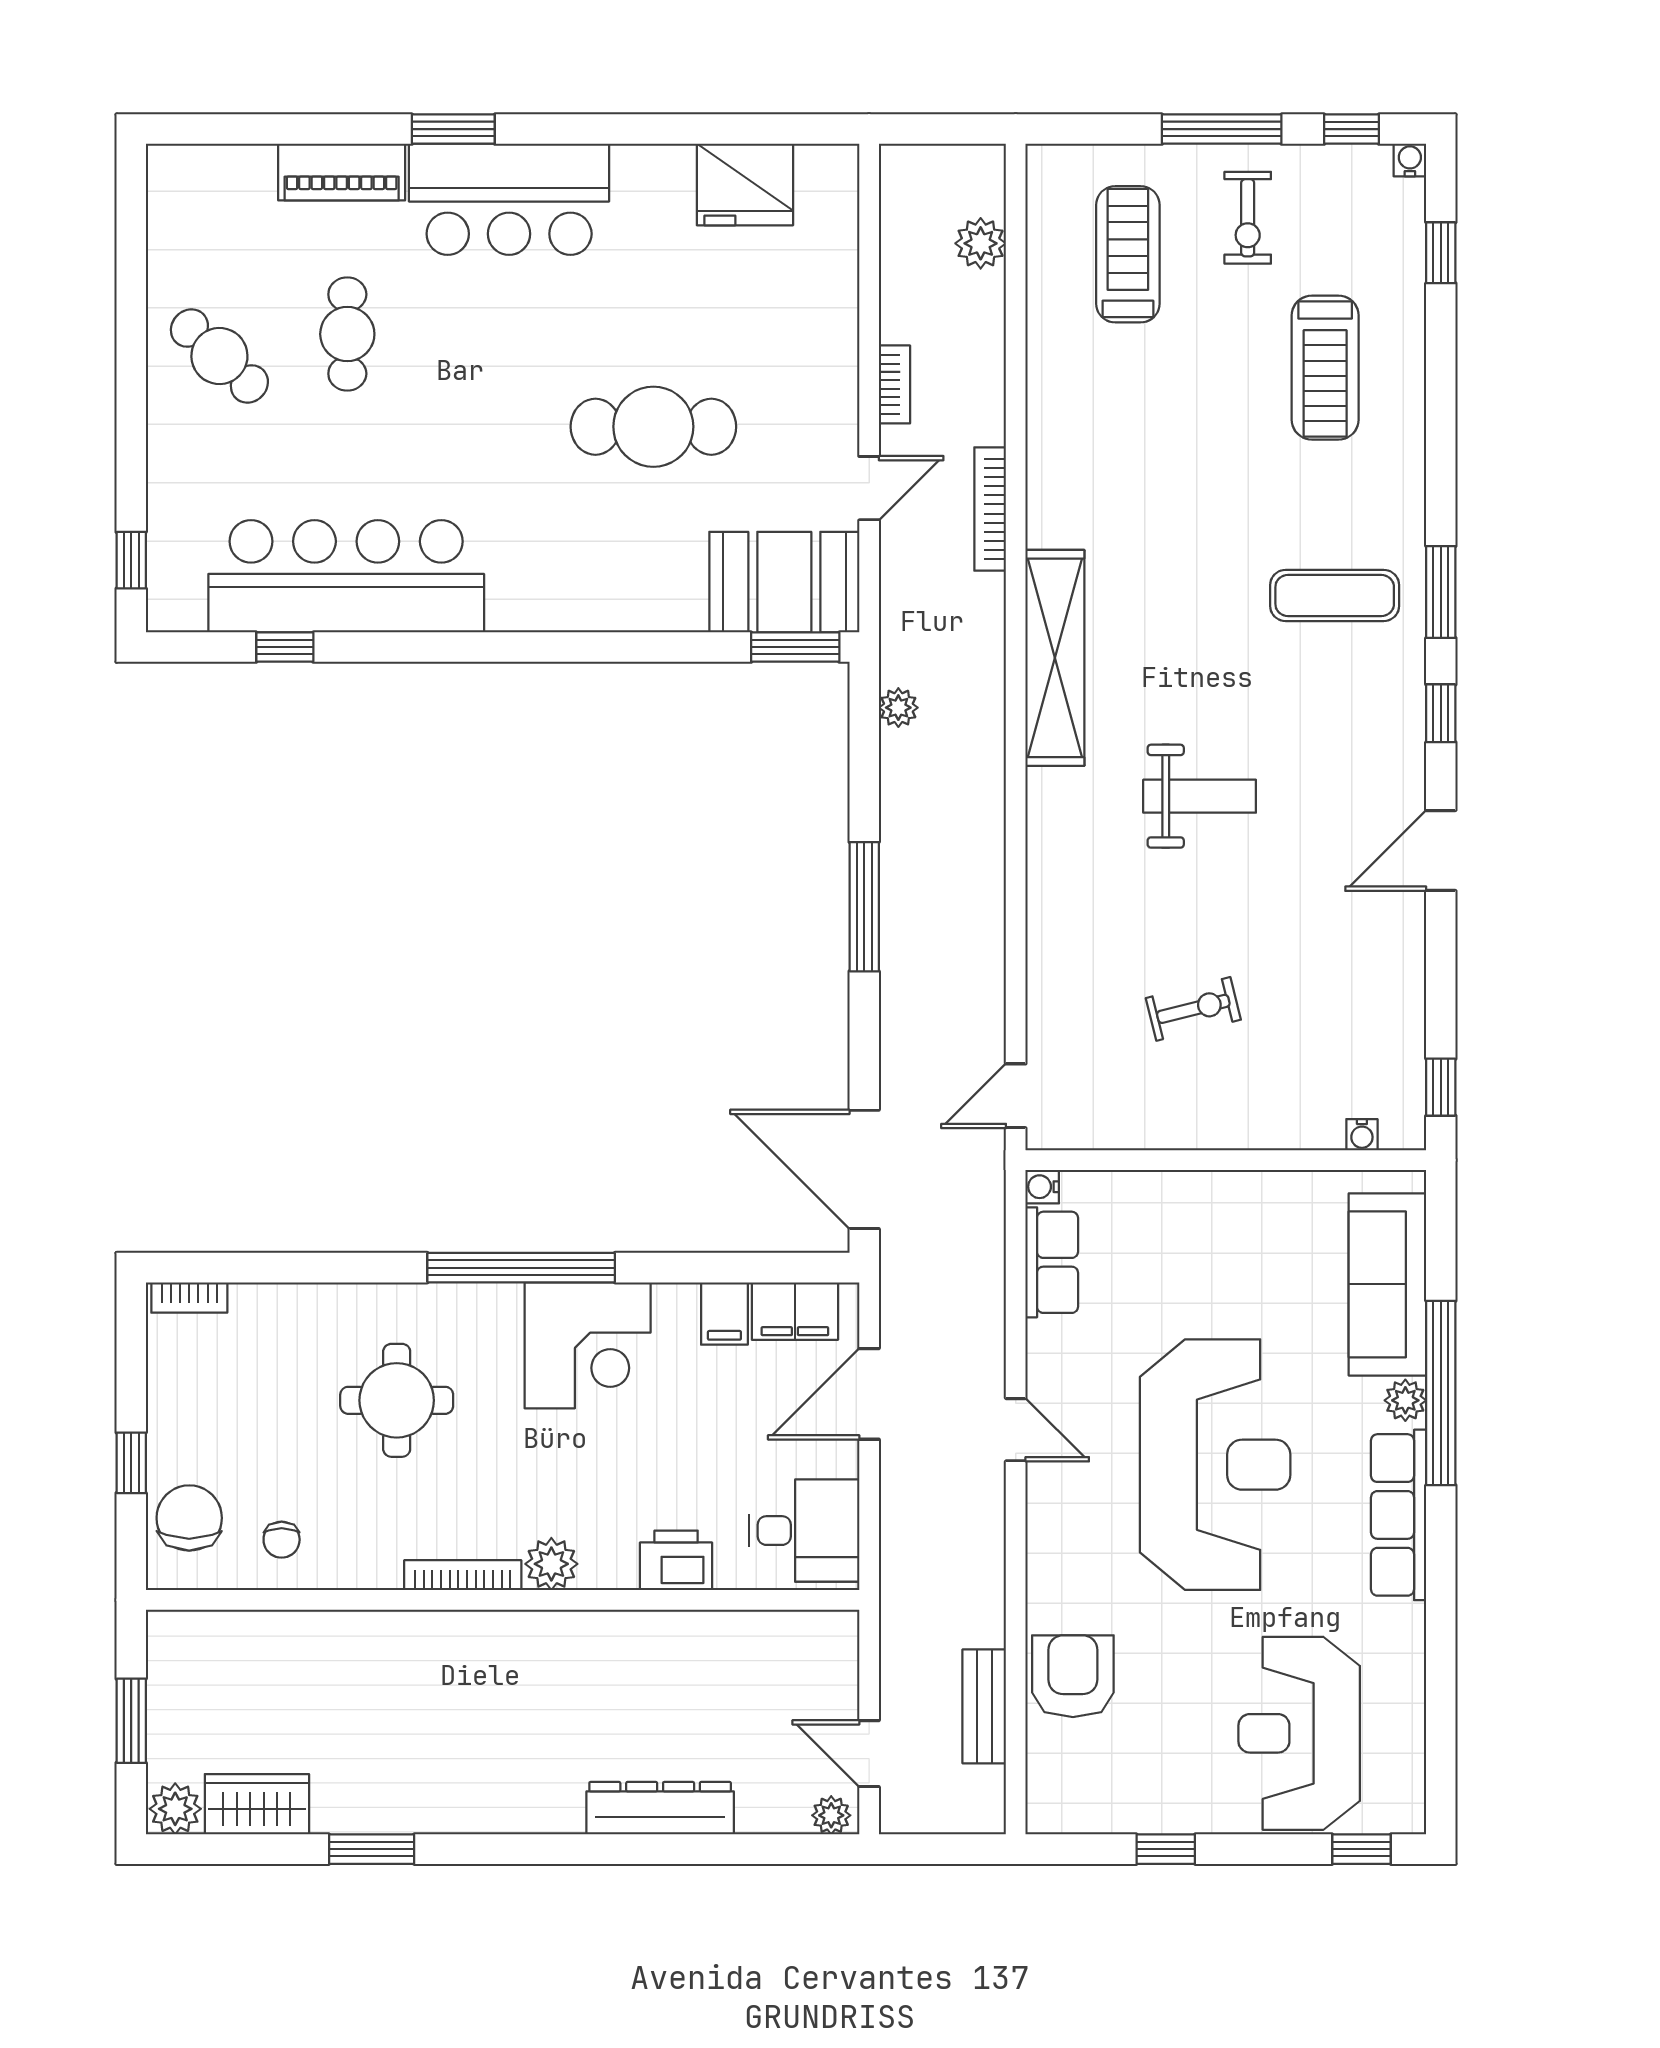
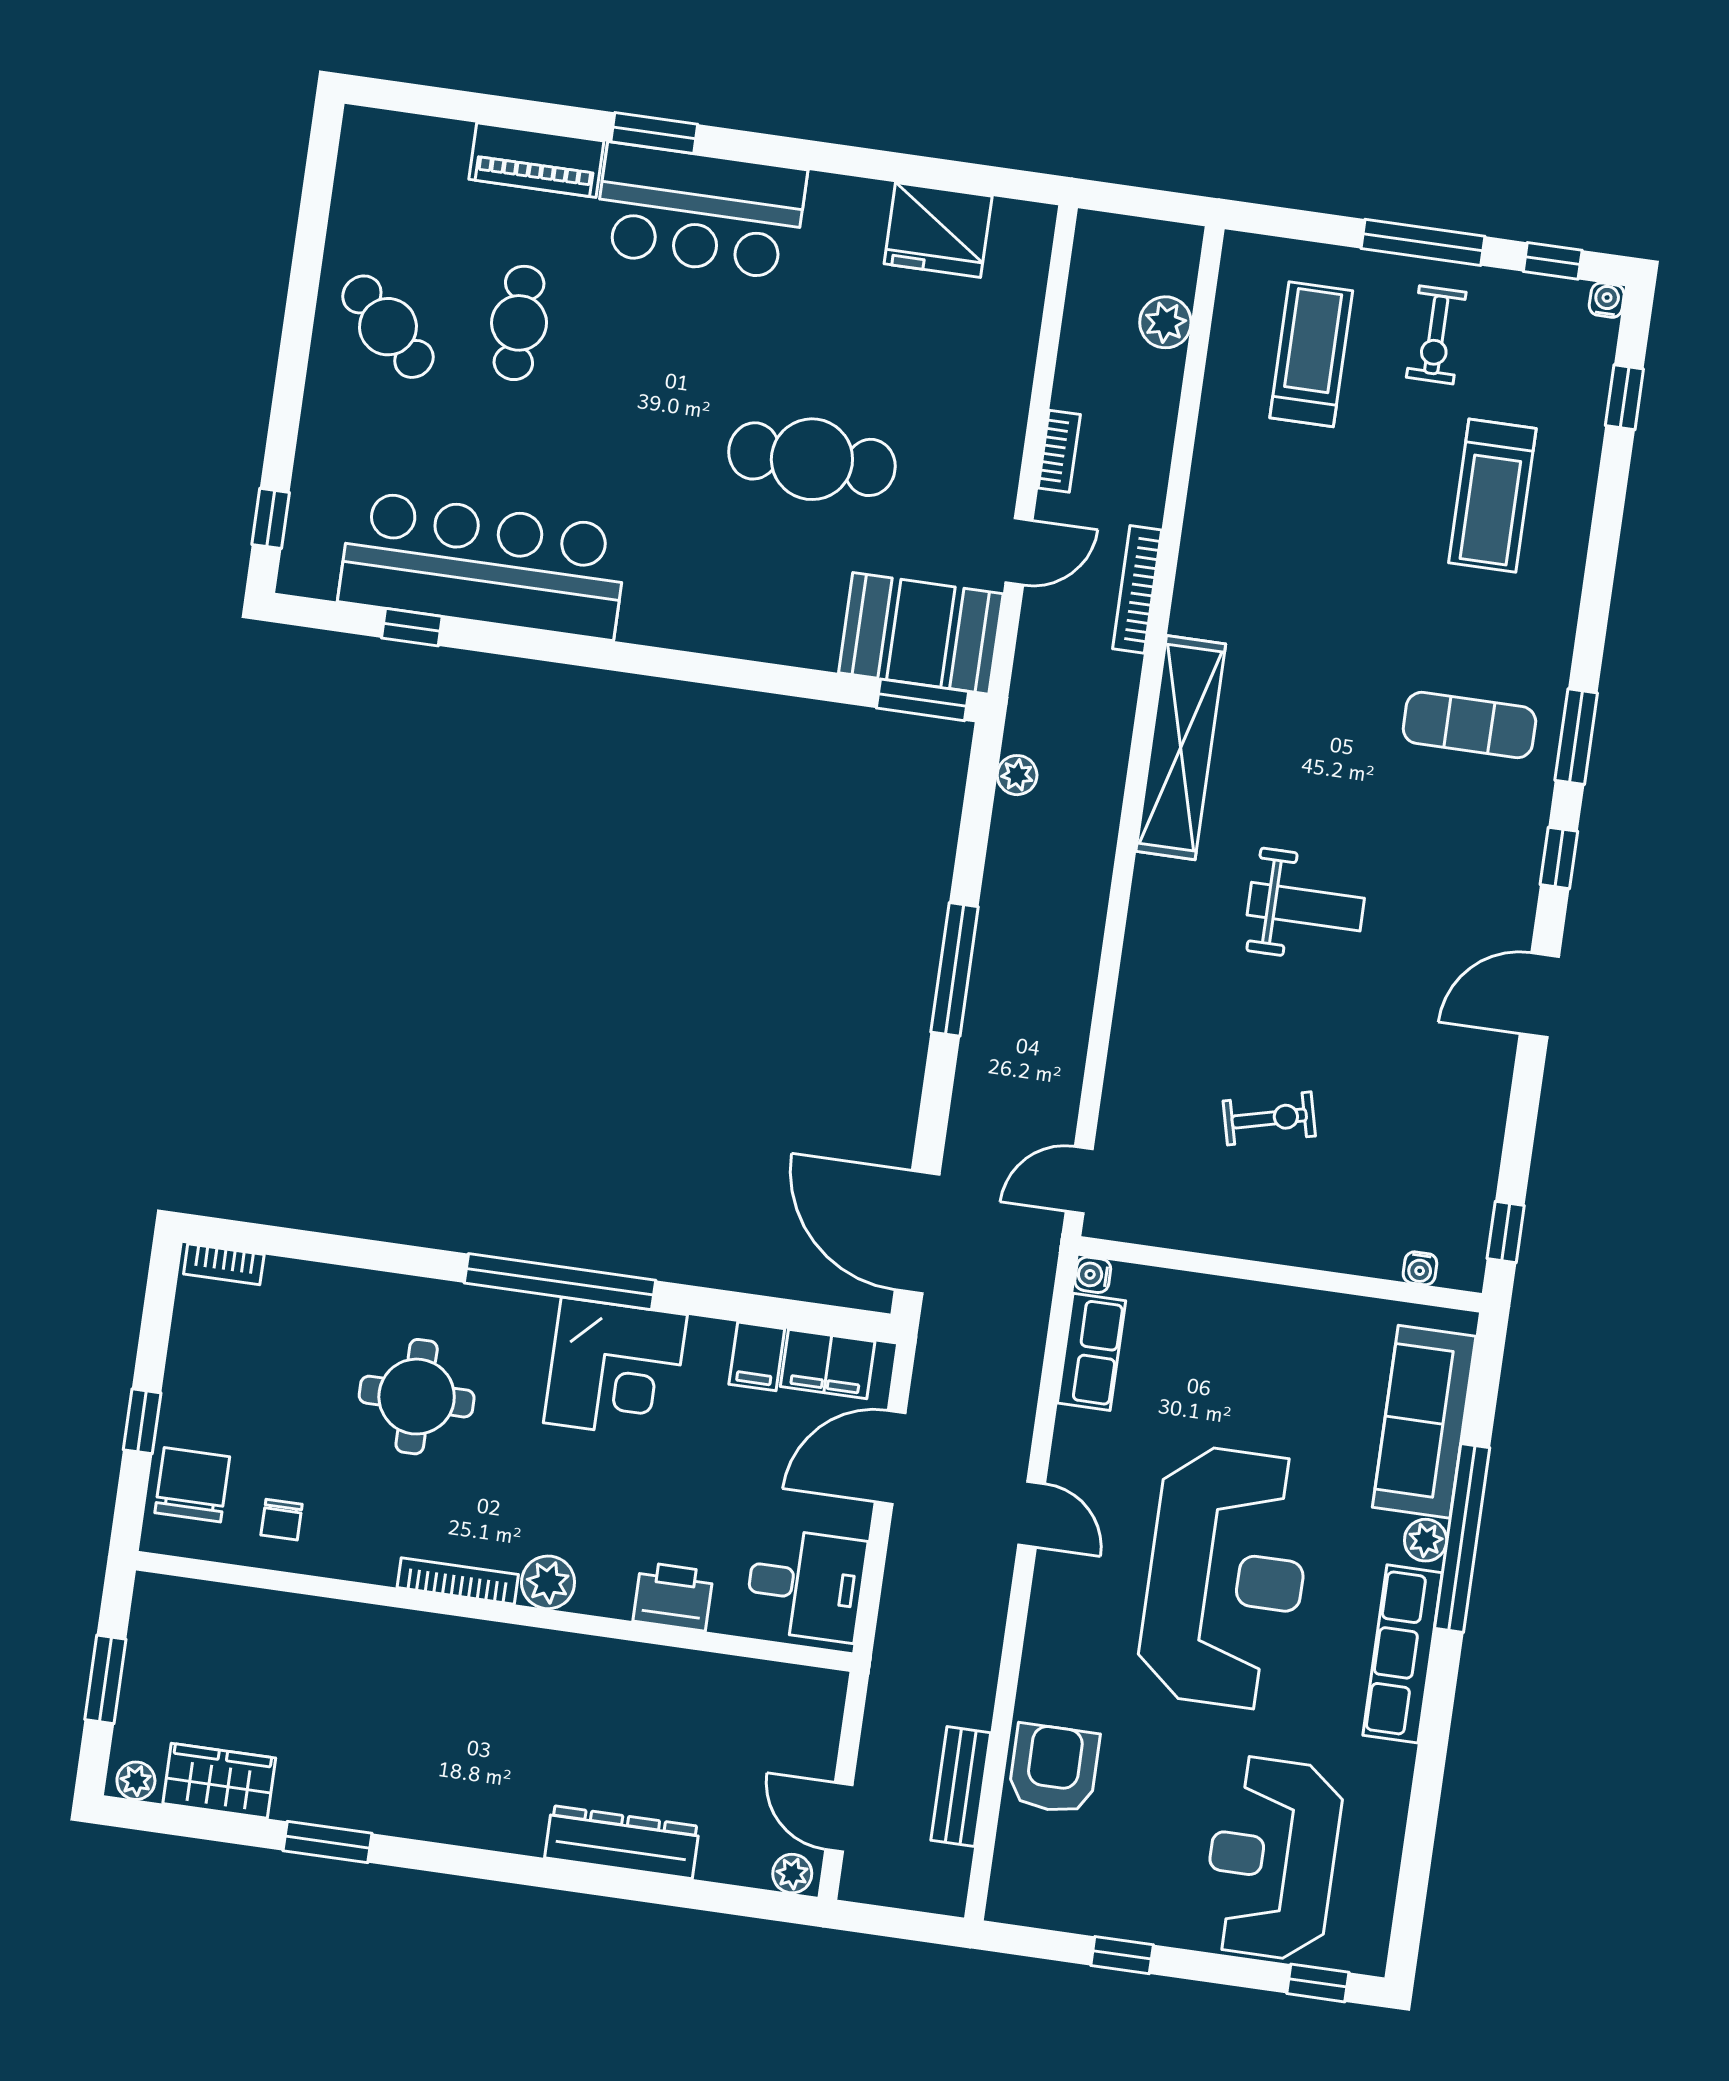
plant: (175, 1809) -> (136, 1781), width x0.73, depth x0.73

